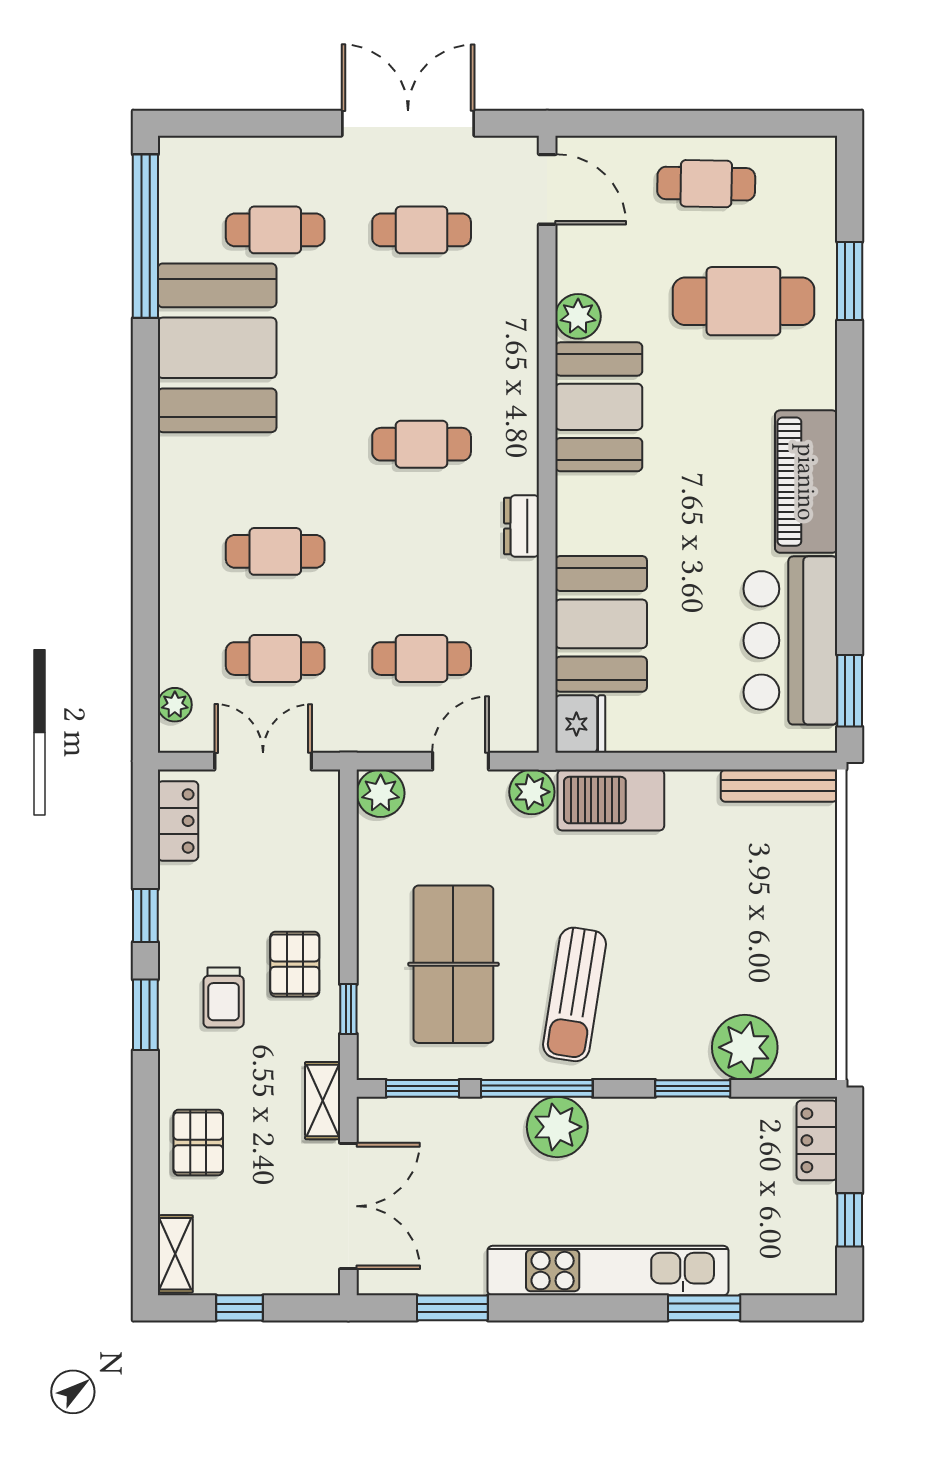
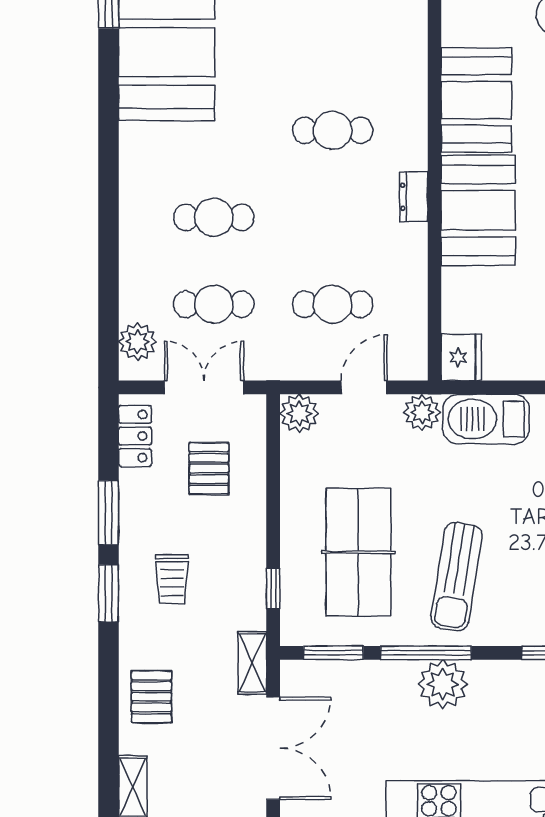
plant: (578, 316) -> (459, 27), removed
booth: (601, 624) -> (478, 210), moved
plant: (175, 705) -> (138, 342), width x1.38, depth x1.38
window: (145, 915) -> (109, 513), width x1.50
pallet: (295, 964) -> (209, 468), moved

